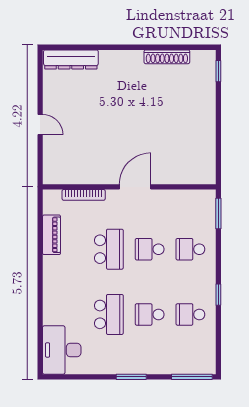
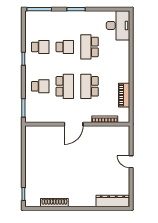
school desk: (150, 249) -> (65, 86), width x1.85

